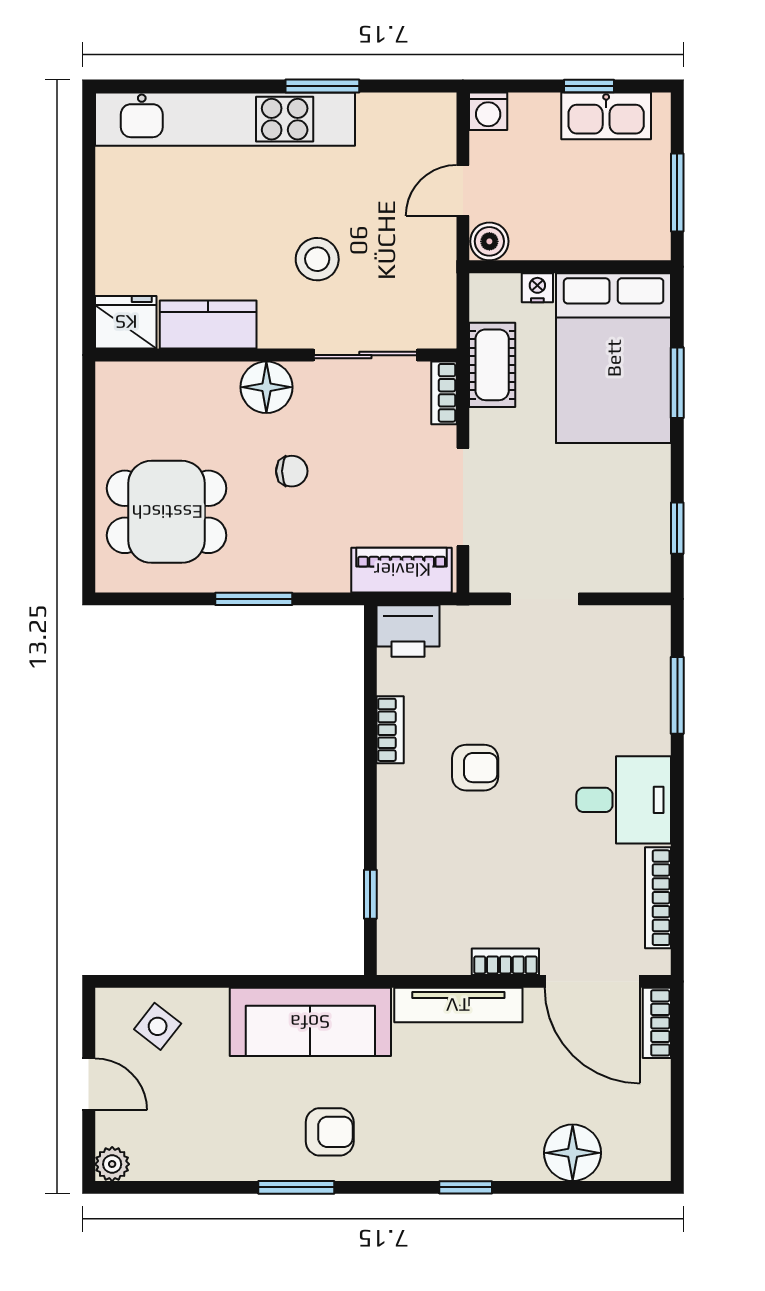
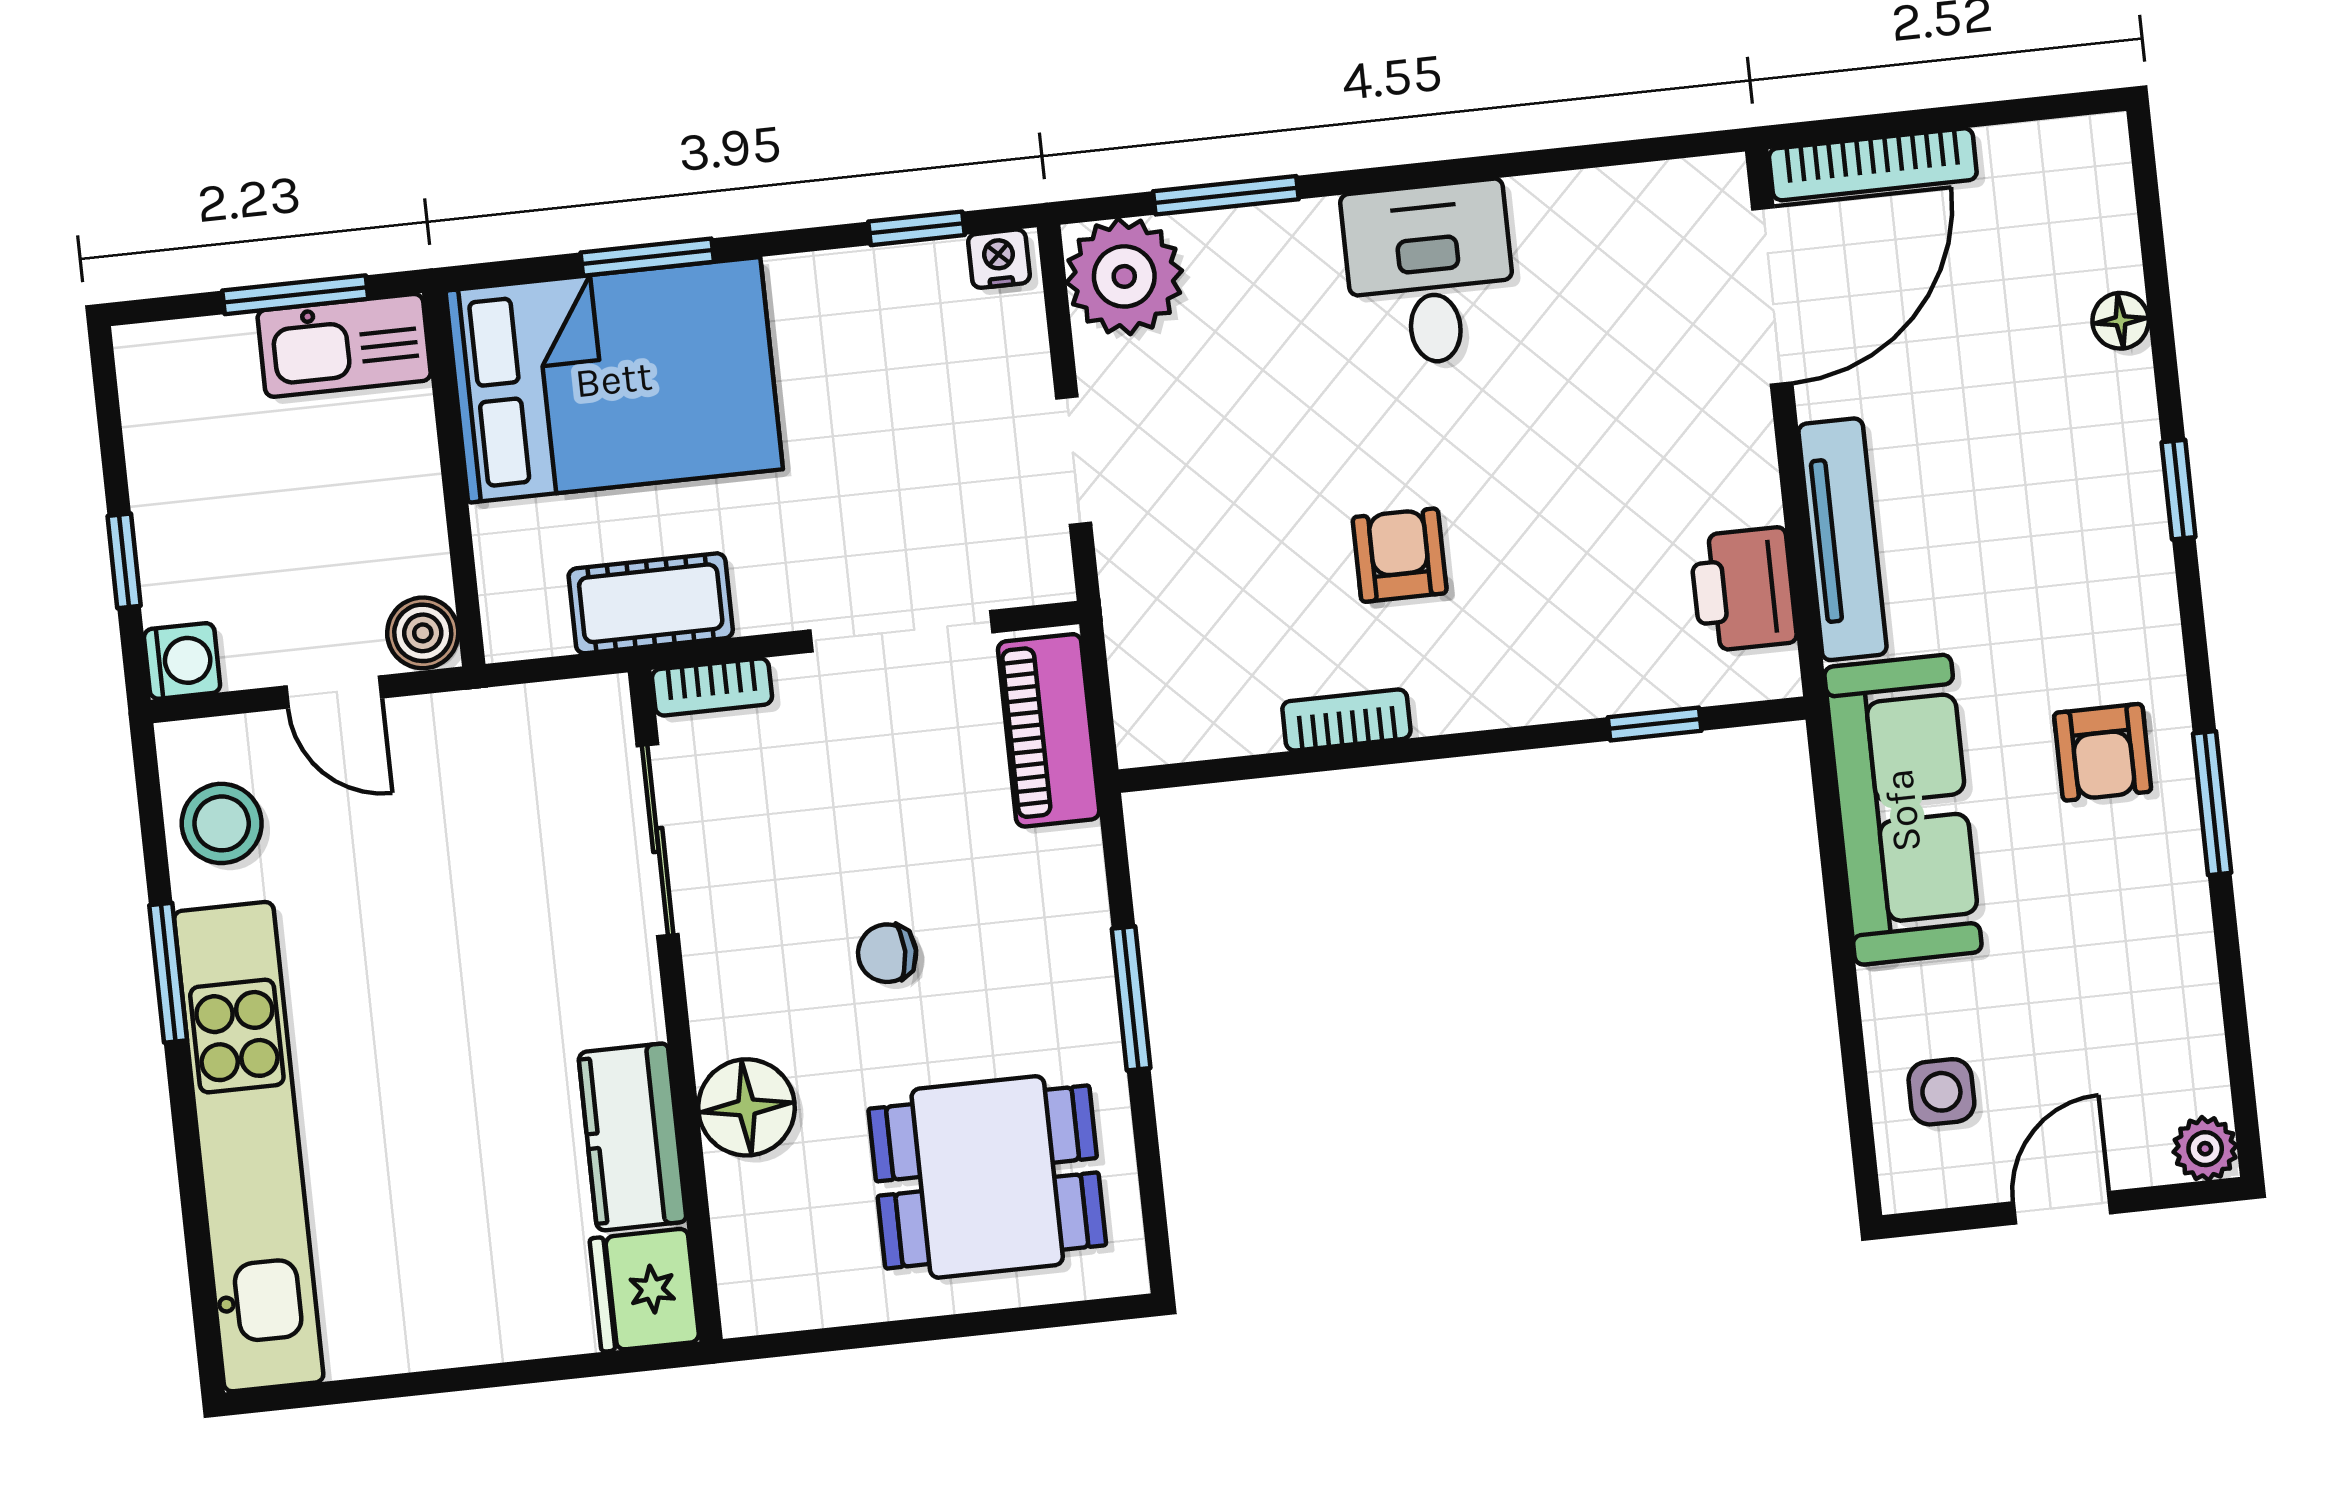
window: (589, 86) -> (124, 561), moved
kitchen sink: (606, 116) -> (344, 345), moved, turned 90
stool: (317, 259) -> (222, 823), moved
nightstand: (537, 288) -> (999, 259), moved, turned 90
floor lamp: (266, 387) -> (747, 1107), moved
chair: (292, 471) -> (887, 953), turned -90
dining table: (167, 512) -> (987, 1177), turned 90
printer: (408, 631) -> (1743, 589), moved, turned 180
plant: (640, 636) -> (1124, 276), added
bookcase: (658, 898) -> (1604, 191), removed
bookcase: (505, 962) -> (1753, 461), removed
bookcase: (657, 1023) -> (1873, 164), width x1.56
side table: (158, 1026) -> (1941, 1092), turned -38
armchair: (330, 1132) -> (2103, 752), turned 180
floor lamp: (573, 1153) -> (2121, 321), width x0.53, depth x0.53

